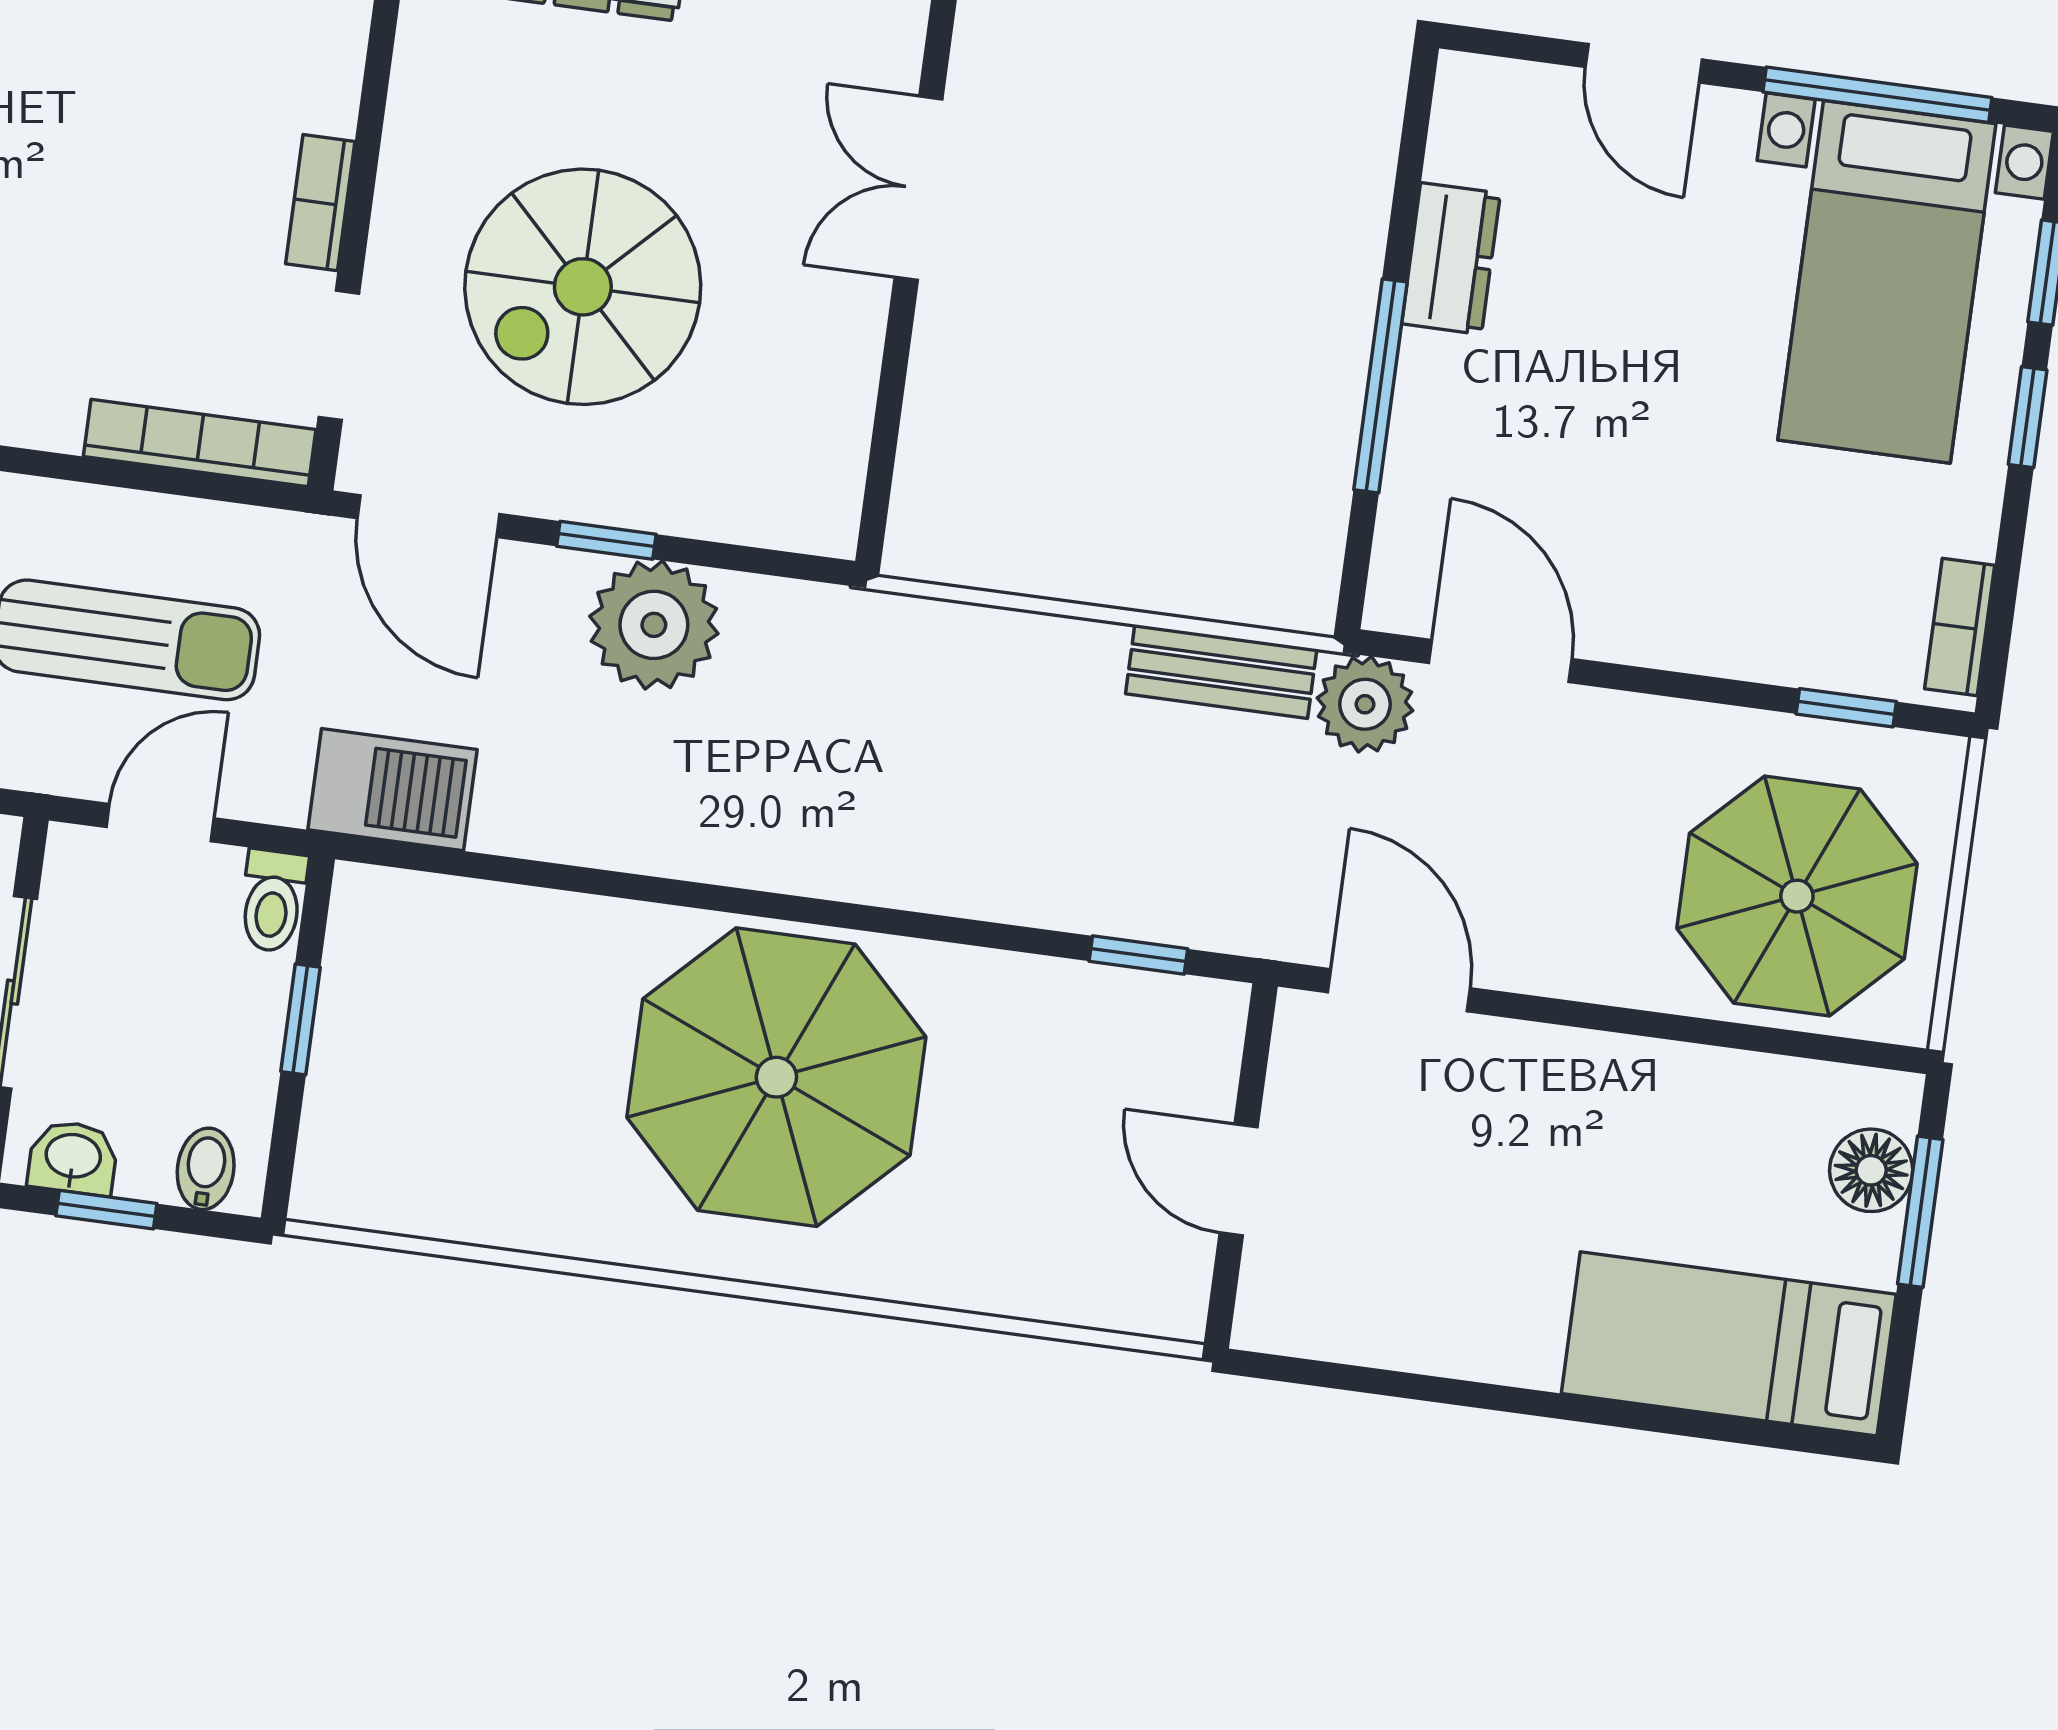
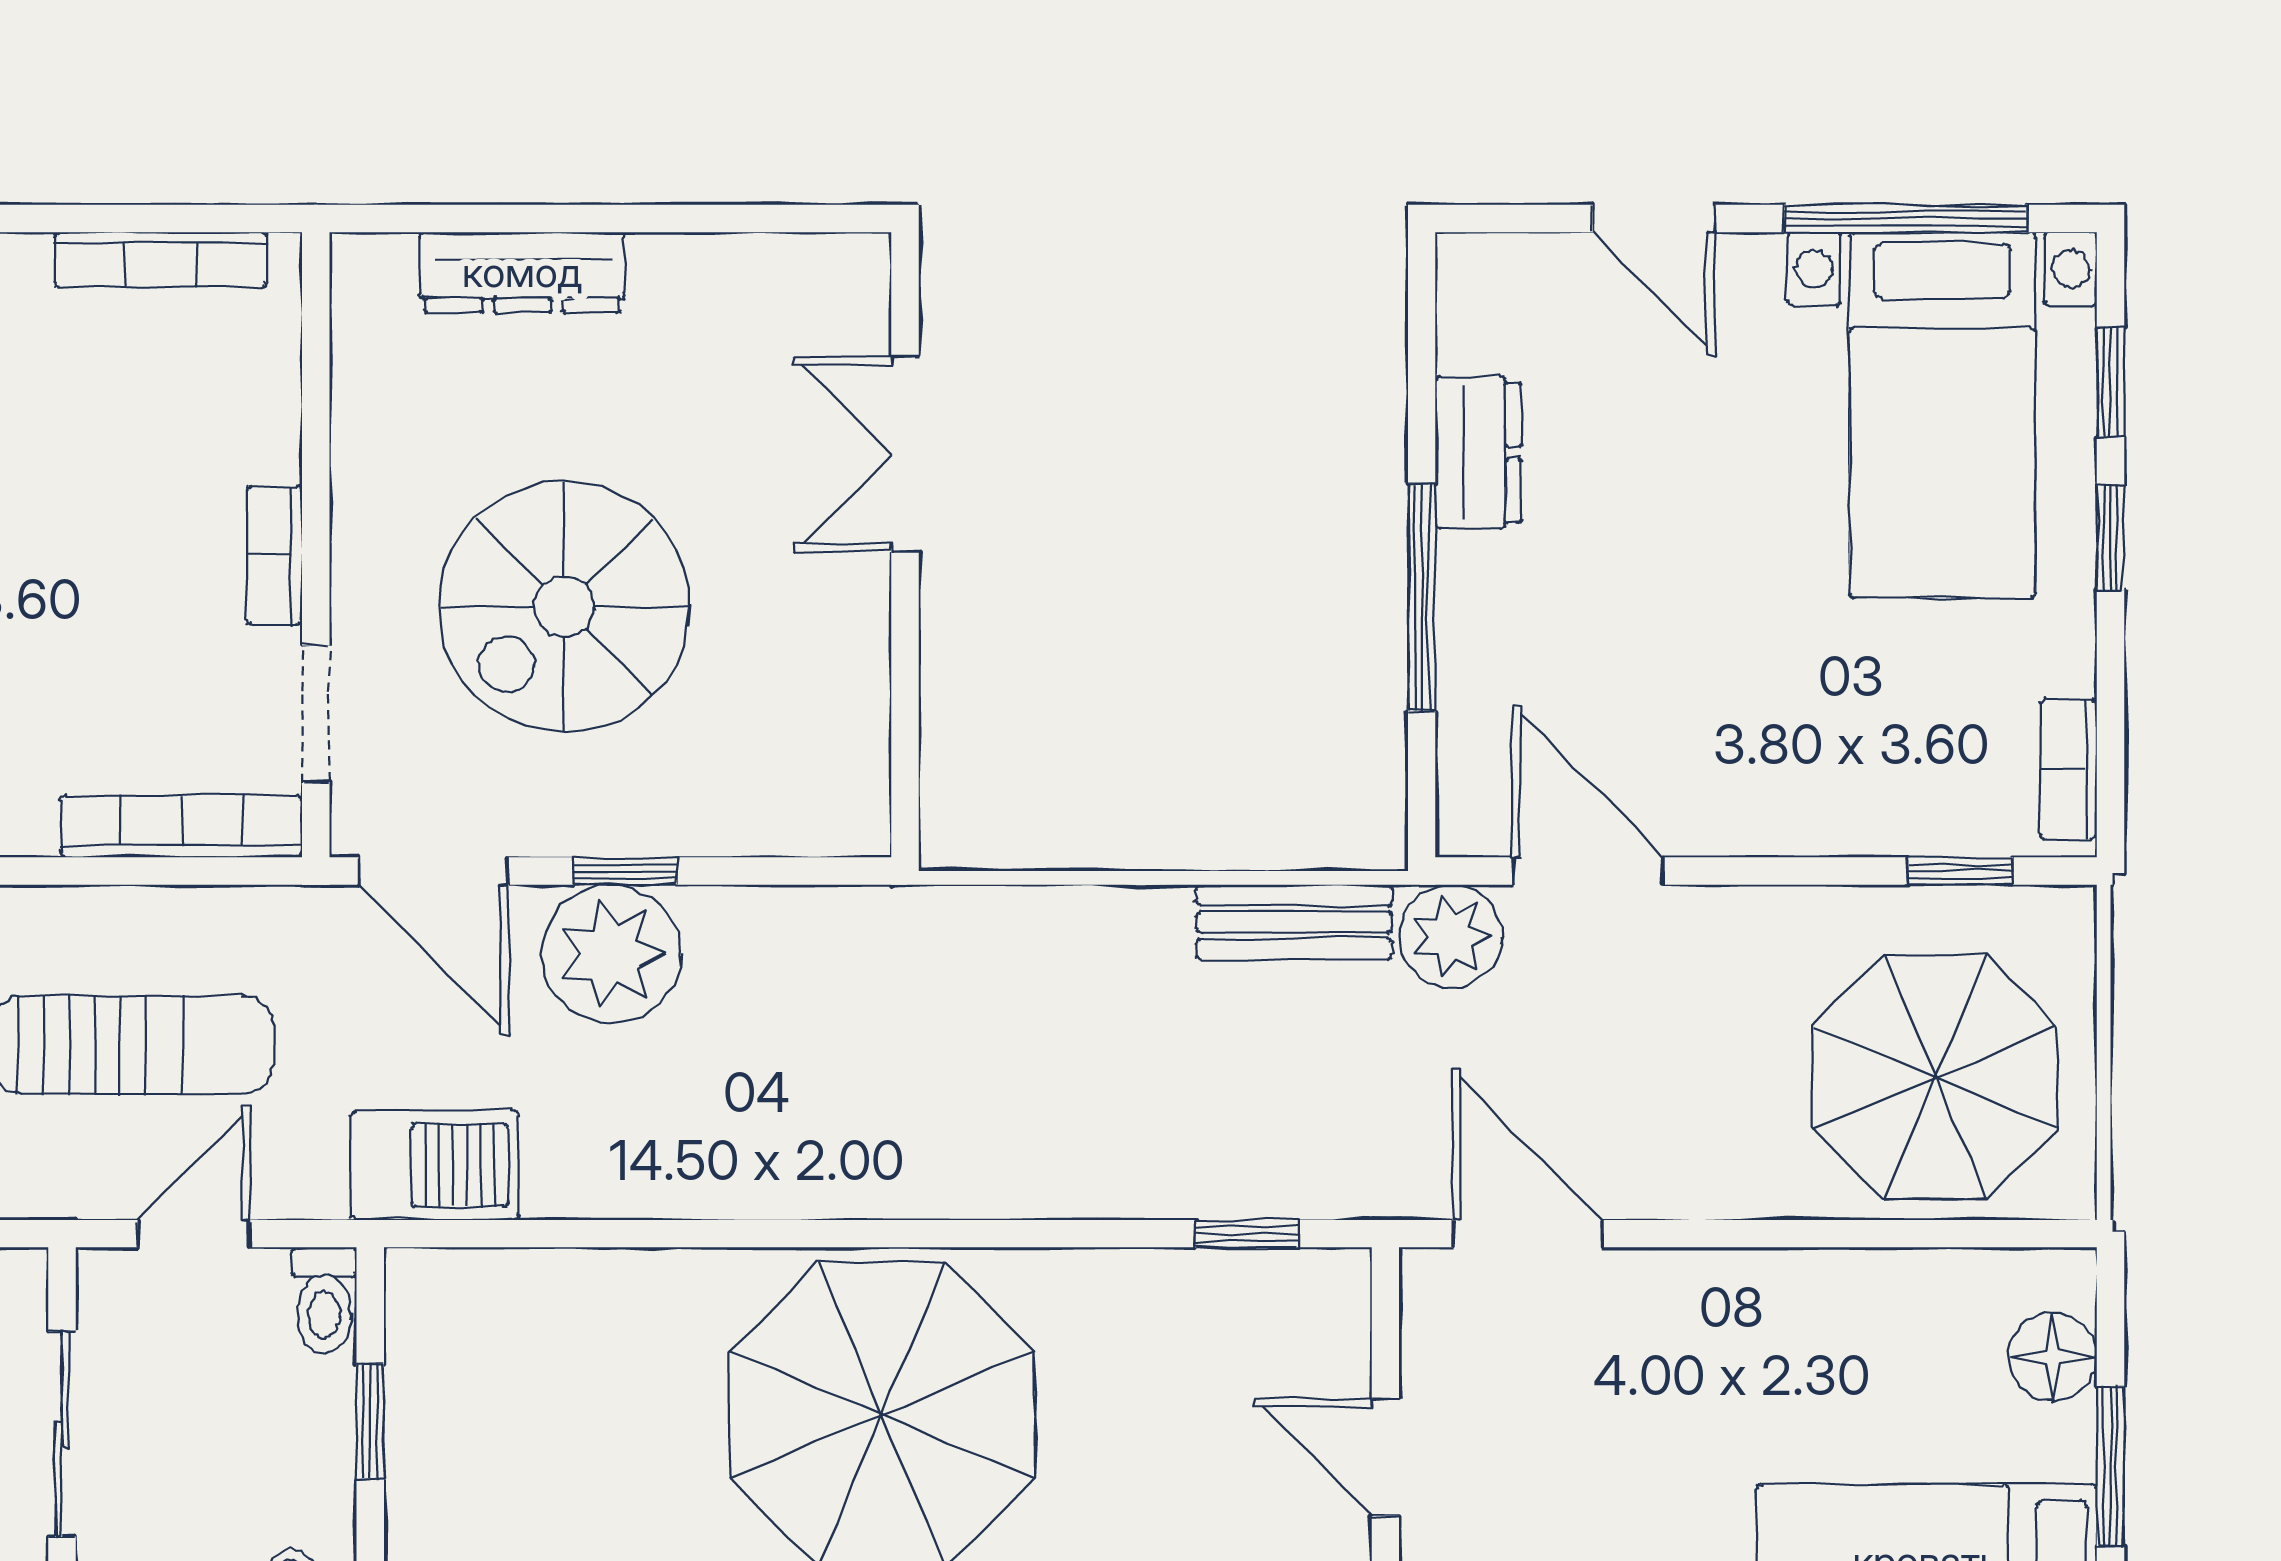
plant: (654, 625) -> (611, 954), moved
window: (1920, 1212) -> (2110, 1466), moved

